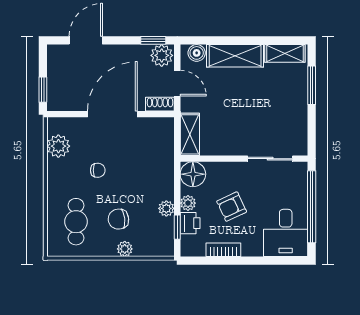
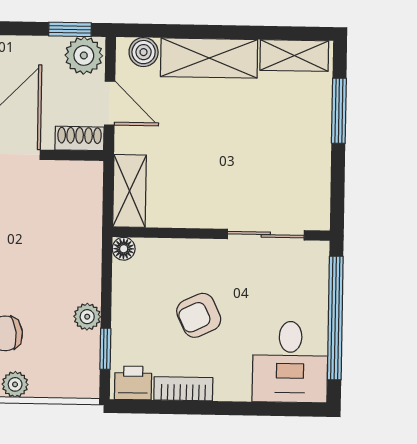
floor lamp: (193, 174) -> (124, 249), width x0.53, depth x0.53
plant: (188, 203) -> (124, 308), removed
printer: (190, 223) -> (133, 383), moved, turned -90

